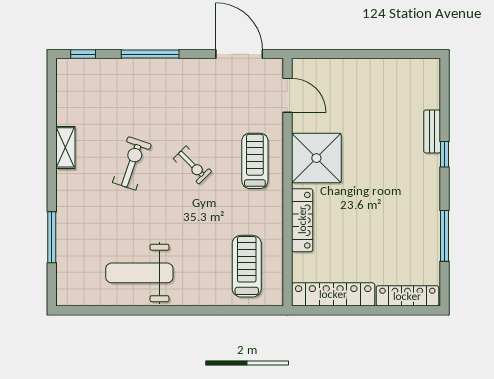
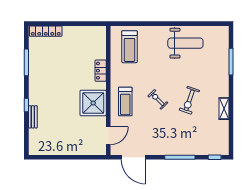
door: (287, 95) -> (108, 136), swing flipped
locker: (302, 220) -> (101, 71), width x0.66
locker: (333, 294) -> (84, 32), removed

